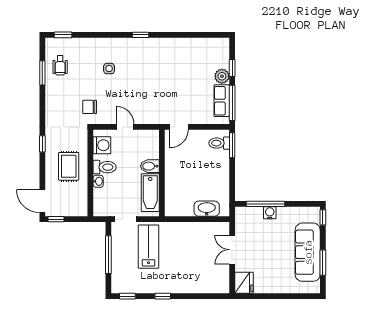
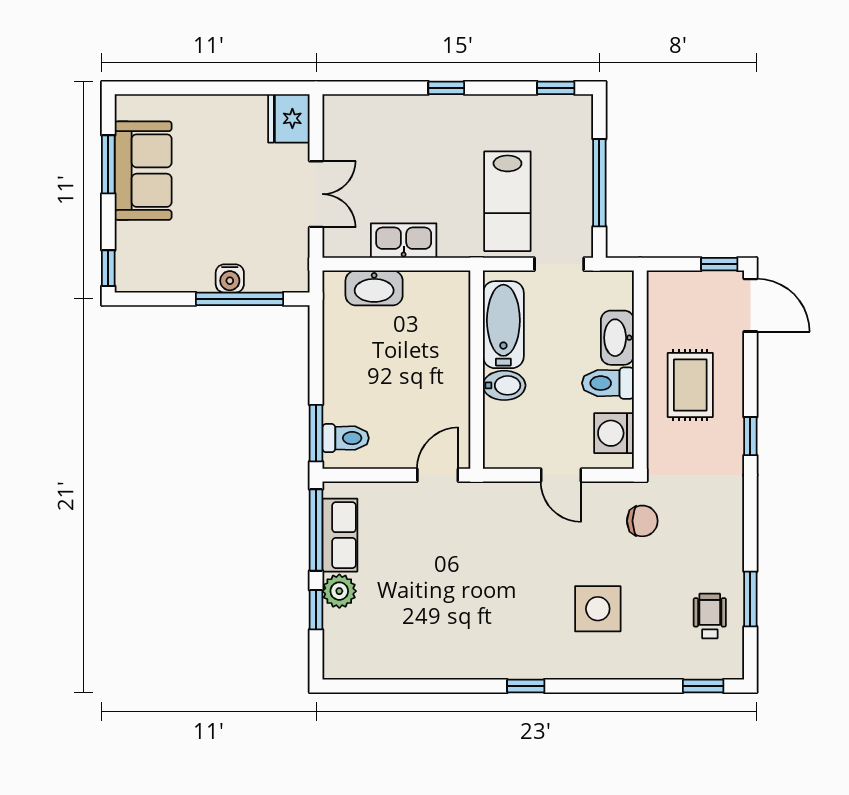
side table: (109, 69) -> (598, 609), width x1.87, depth x1.87
washbasin: (98, 181) -> (617, 338), width x1.91, depth x1.45
kitchen sink: (194, 229) -> (404, 241), added
sofa: (308, 252) -> (143, 171), width x0.73
window: (163, 296) -> (446, 88), moved

